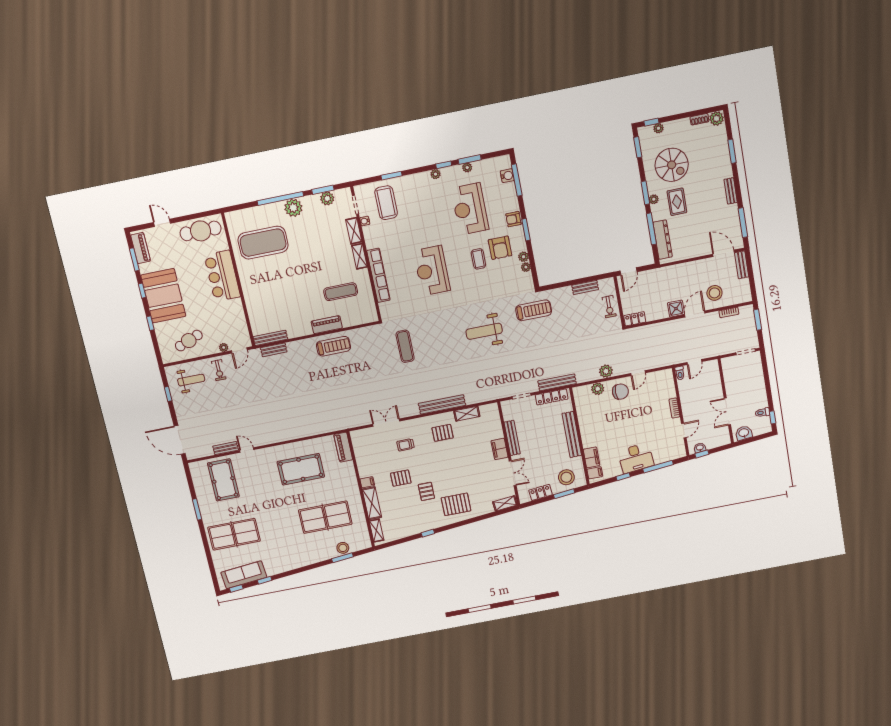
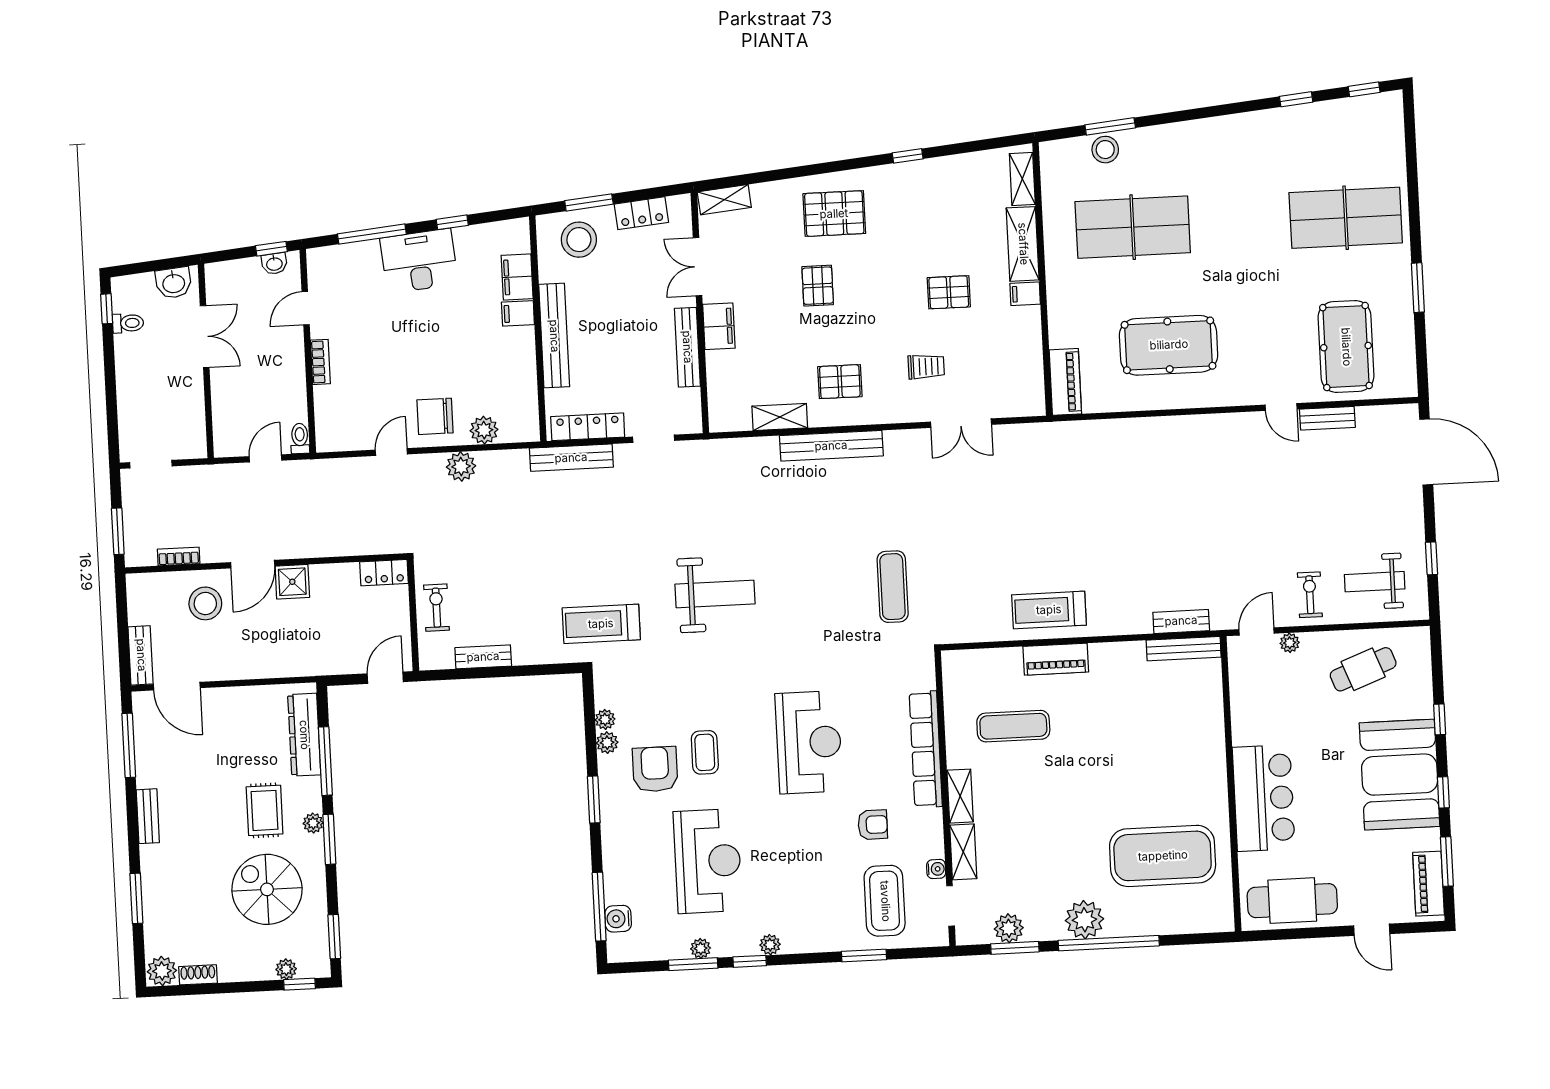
armchair: (513, 219) -> (873, 825), moved
filing cabinet: (595, 473) -> (518, 313), moved
pallet: (426, 491) -> (818, 286), moved
sofa: (244, 575) -> (1341, 119), removed

